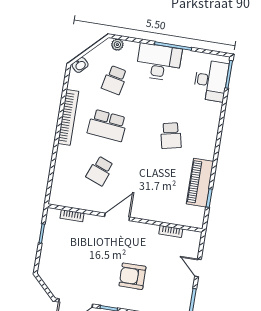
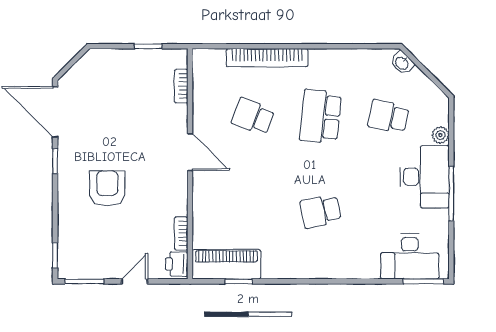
plant: (117, 45) -> (440, 135), moved
bookcase: (68, 117) -> (267, 58), moved
piano: (200, 183) -> (226, 264), moved
printer: (191, 238) -> (177, 264), added

